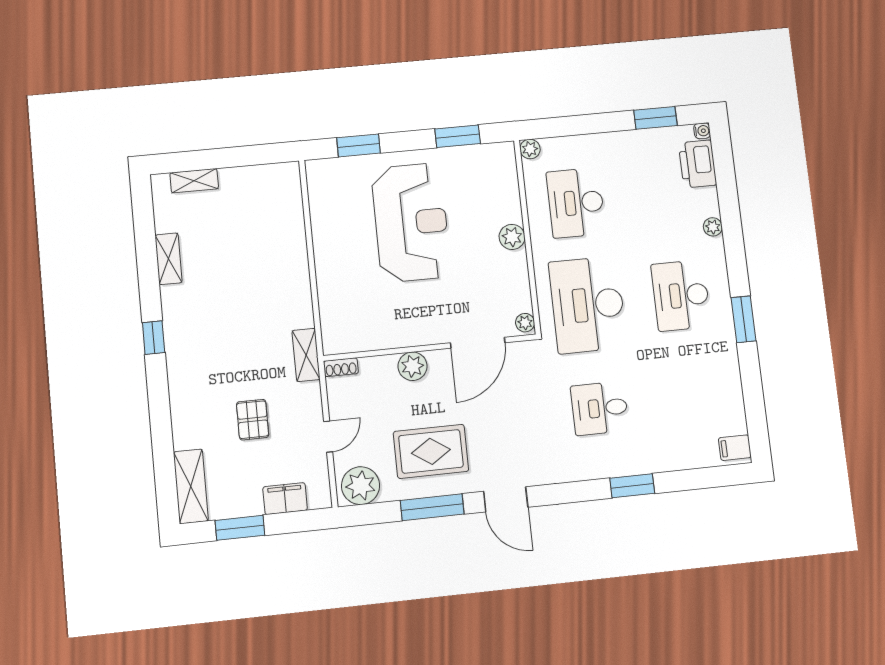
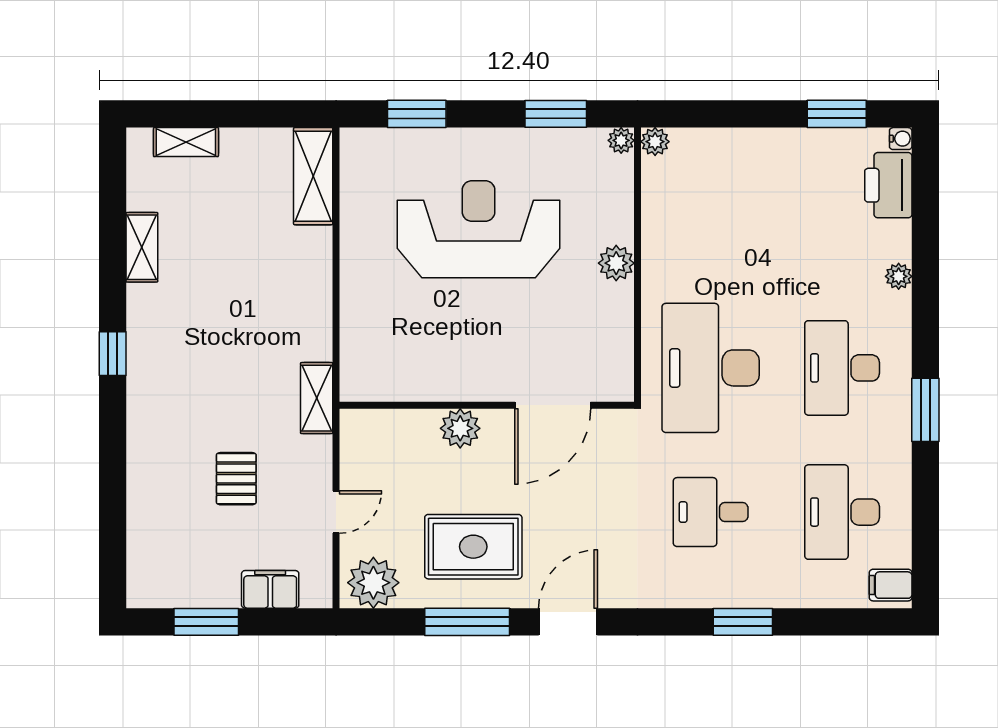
desk: (576, 203) -> (842, 512), moved
reception desk: (411, 222) -> (479, 229), turned -90
plant: (525, 323) -> (621, 140), moved
shoe rack: (341, 367) -> (362, 420), removed
shelving: (191, 486) -> (313, 176), moved
door: (506, 499) -> (568, 622), swing flipped

